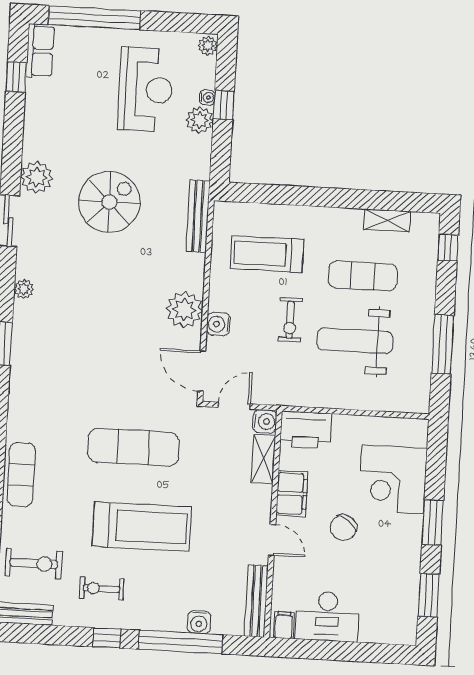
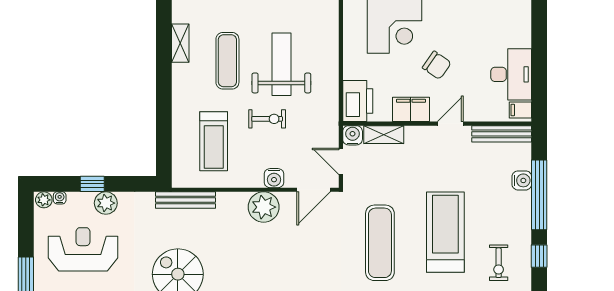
water cooler: (207, 98) -> (60, 198), moved
weight bench: (355, 341) -> (281, 64), turned 180

